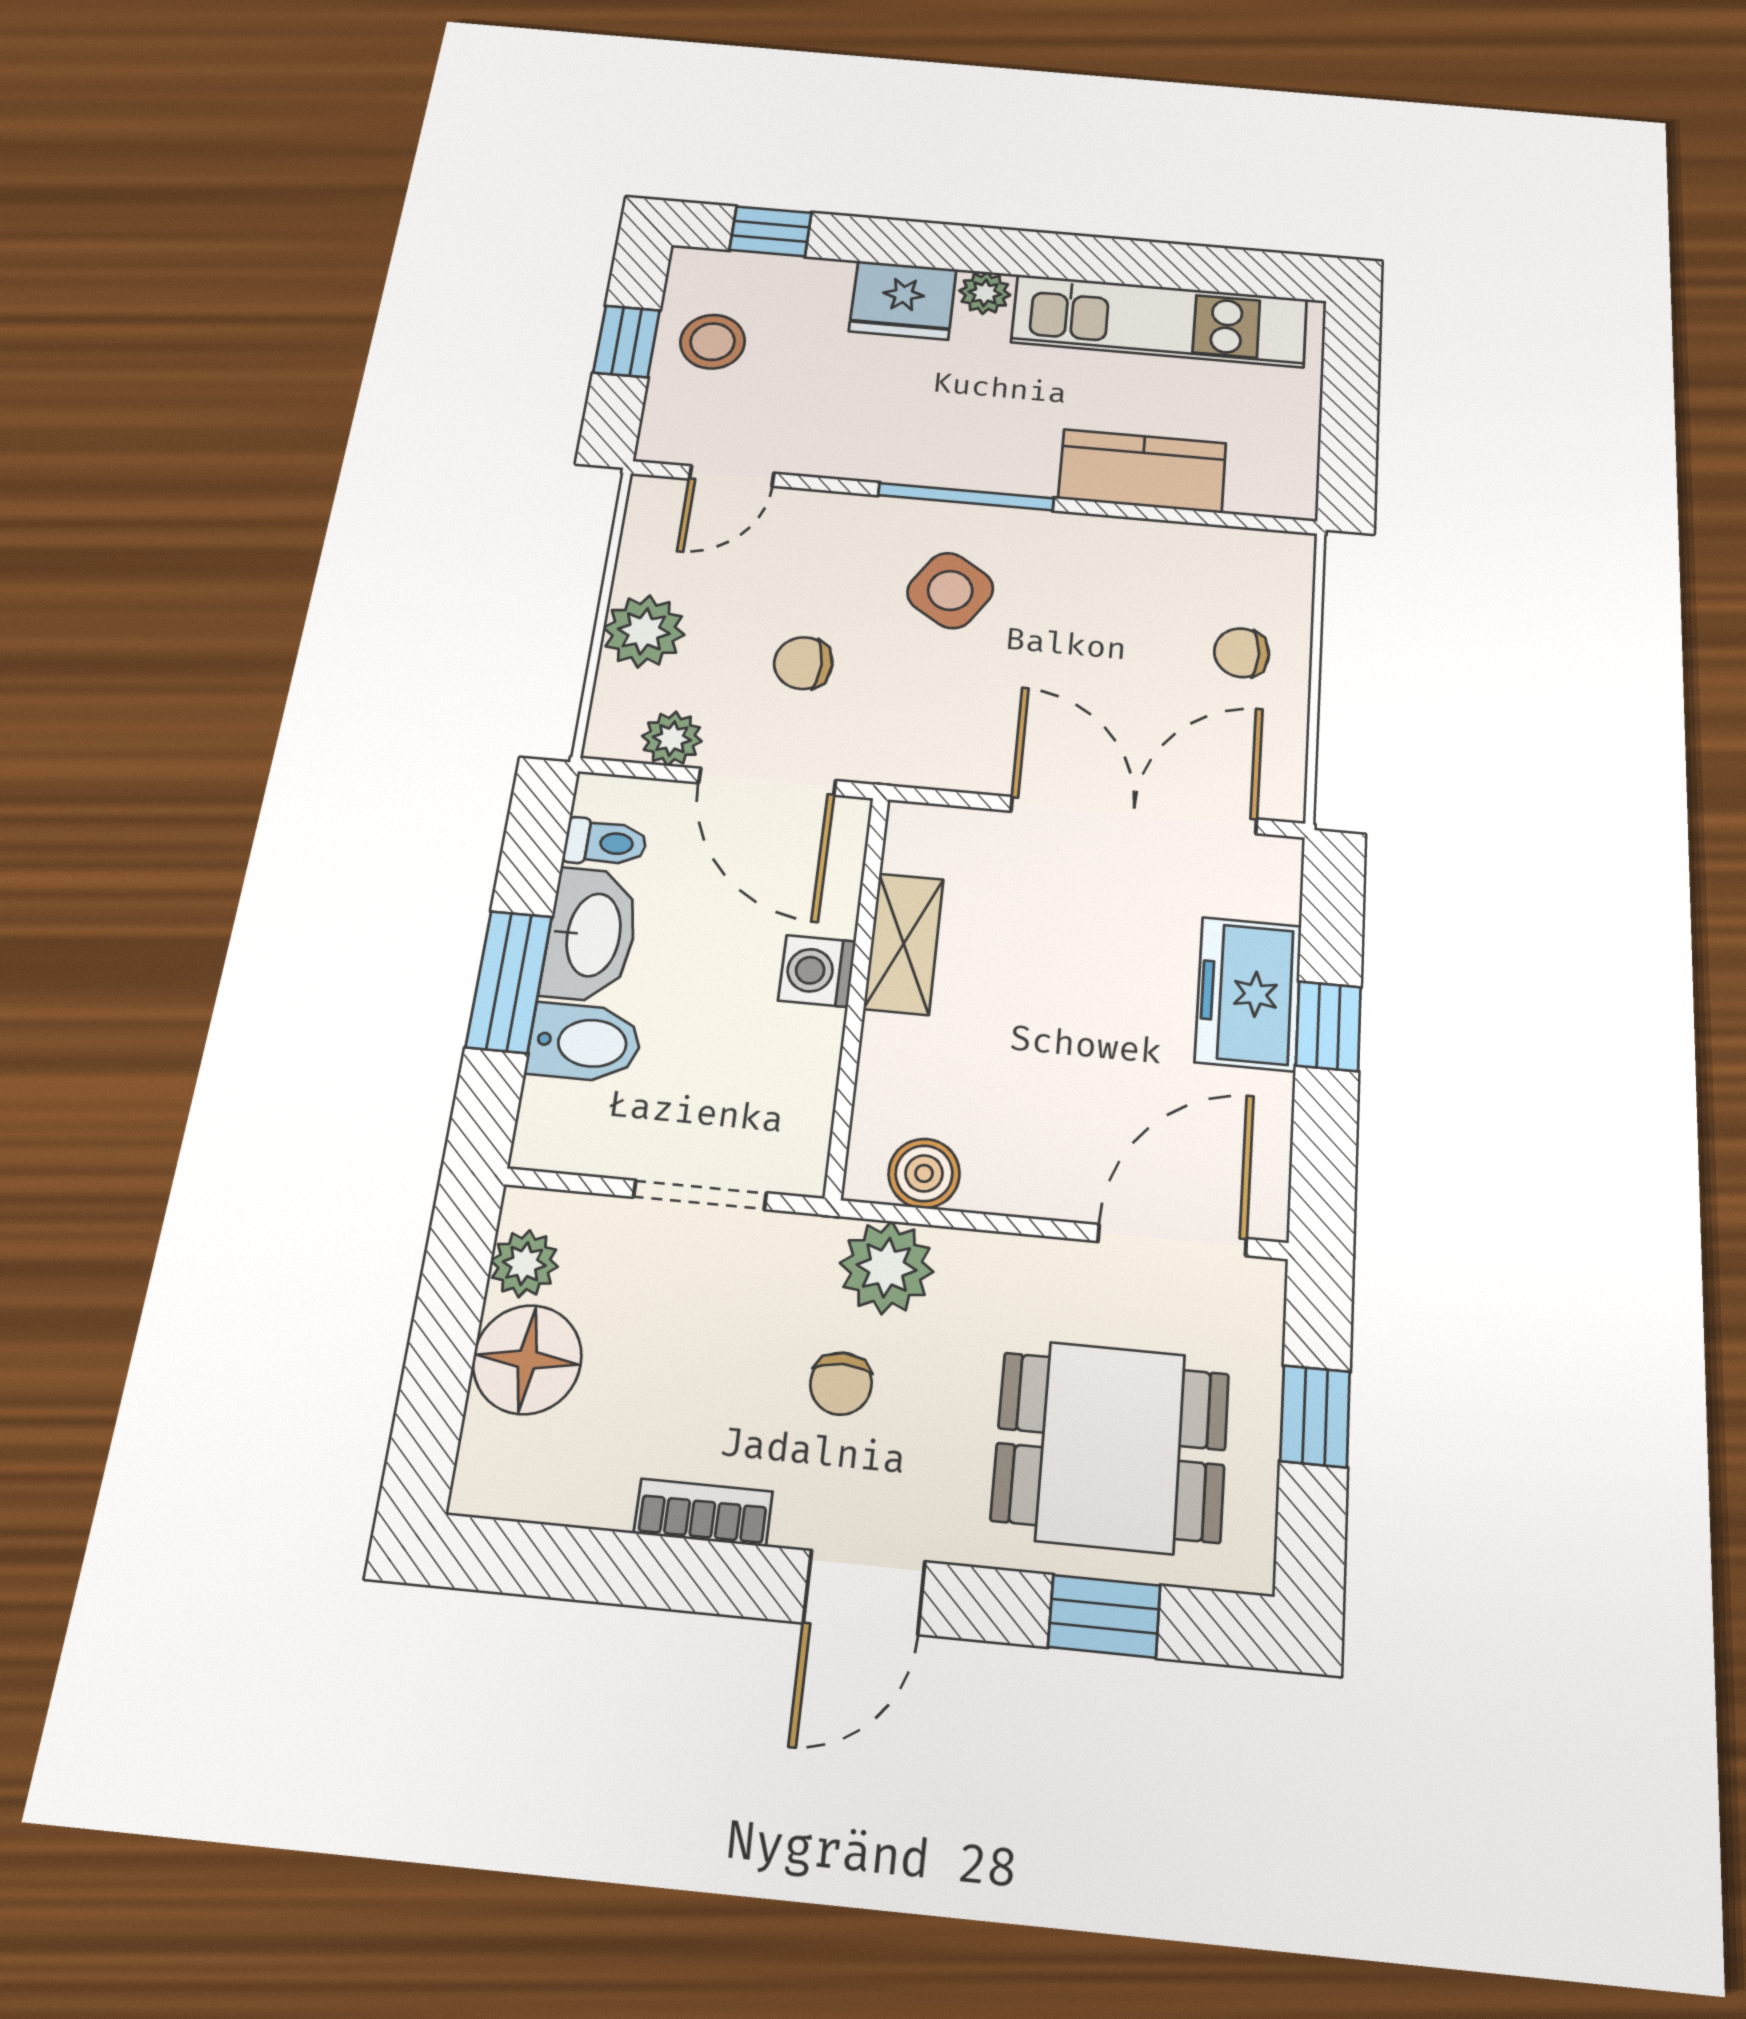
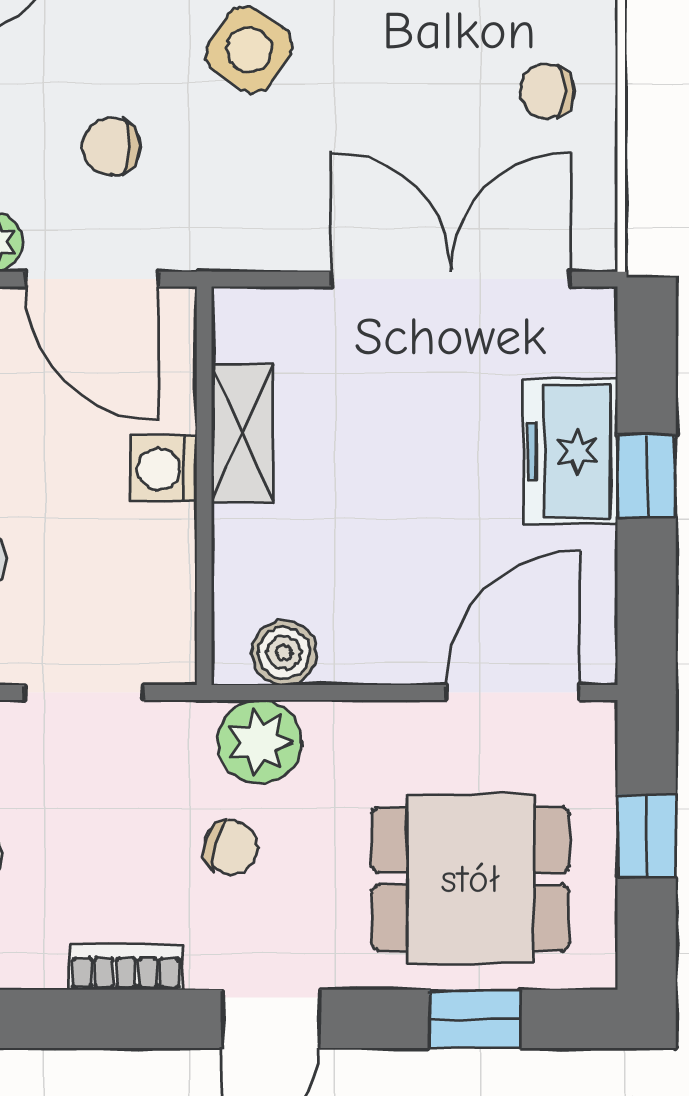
chair: (841, 1384) -> (231, 848), turned -73

